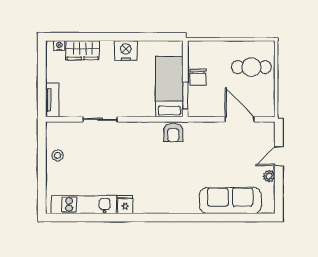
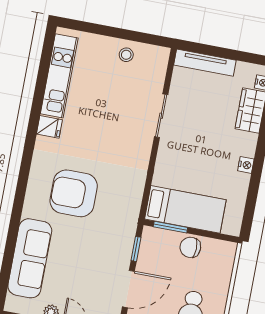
nightstand: (126, 51) -> (246, 165), width x0.53, depth x0.56
tv unit: (52, 100) -> (205, 63), width x1.41
window: (207, 119) -> (136, 249), added
armchair: (173, 133) -> (74, 193), moved, width x1.88, depth x1.88

